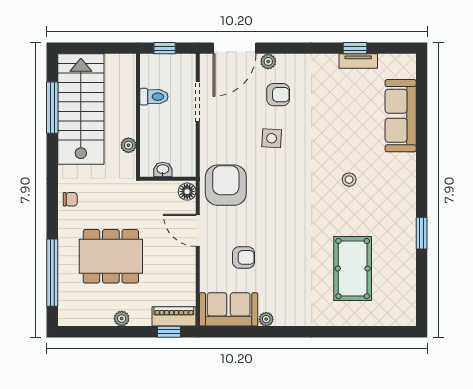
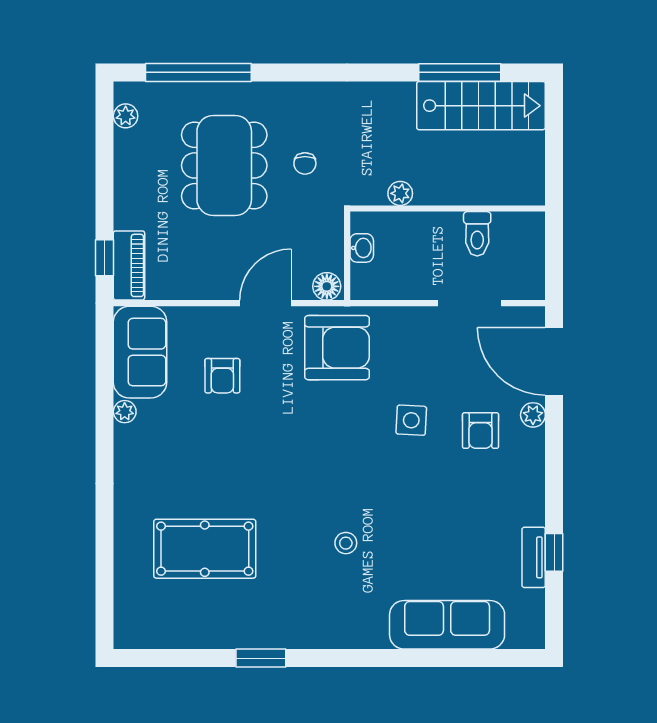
window: (165, 48) -> (554, 251), removed
stairs: (81, 109) -> (481, 106), width x0.73, depth x0.66
chair: (70, 199) -> (305, 163), moved
plant: (122, 319) -> (126, 116), moved

